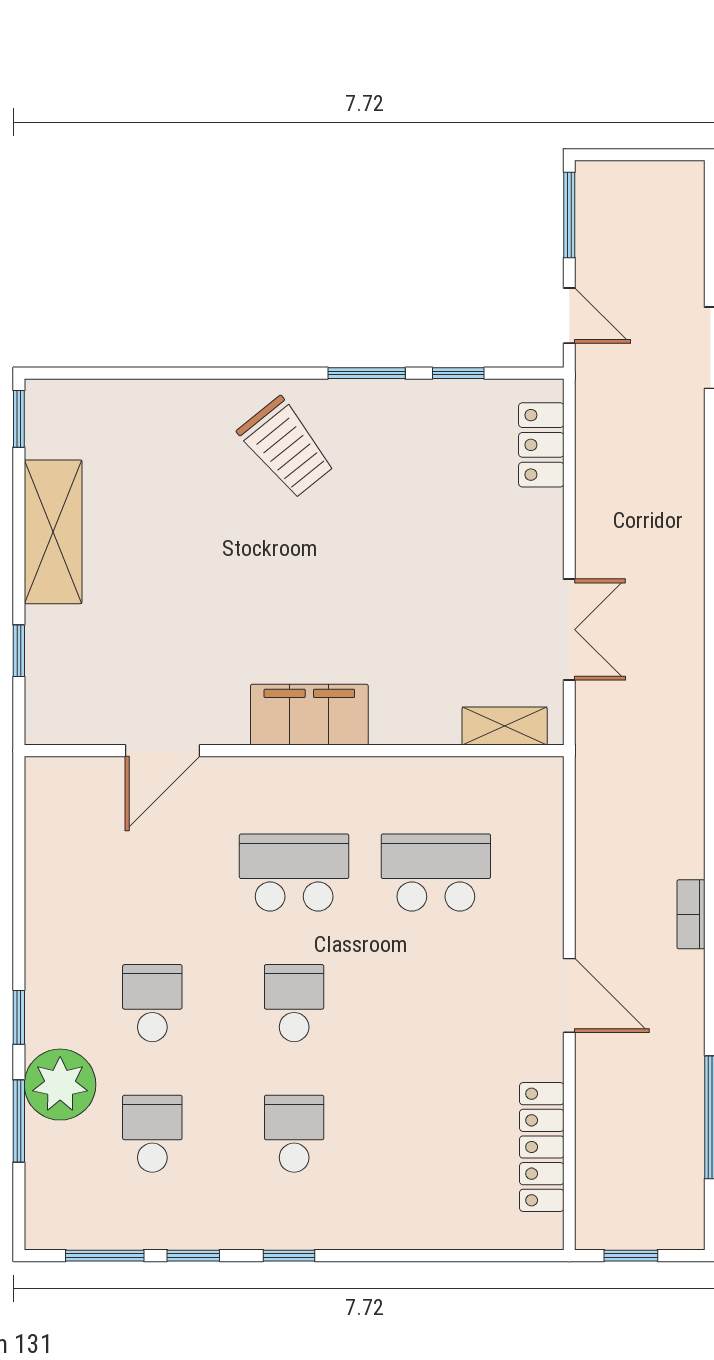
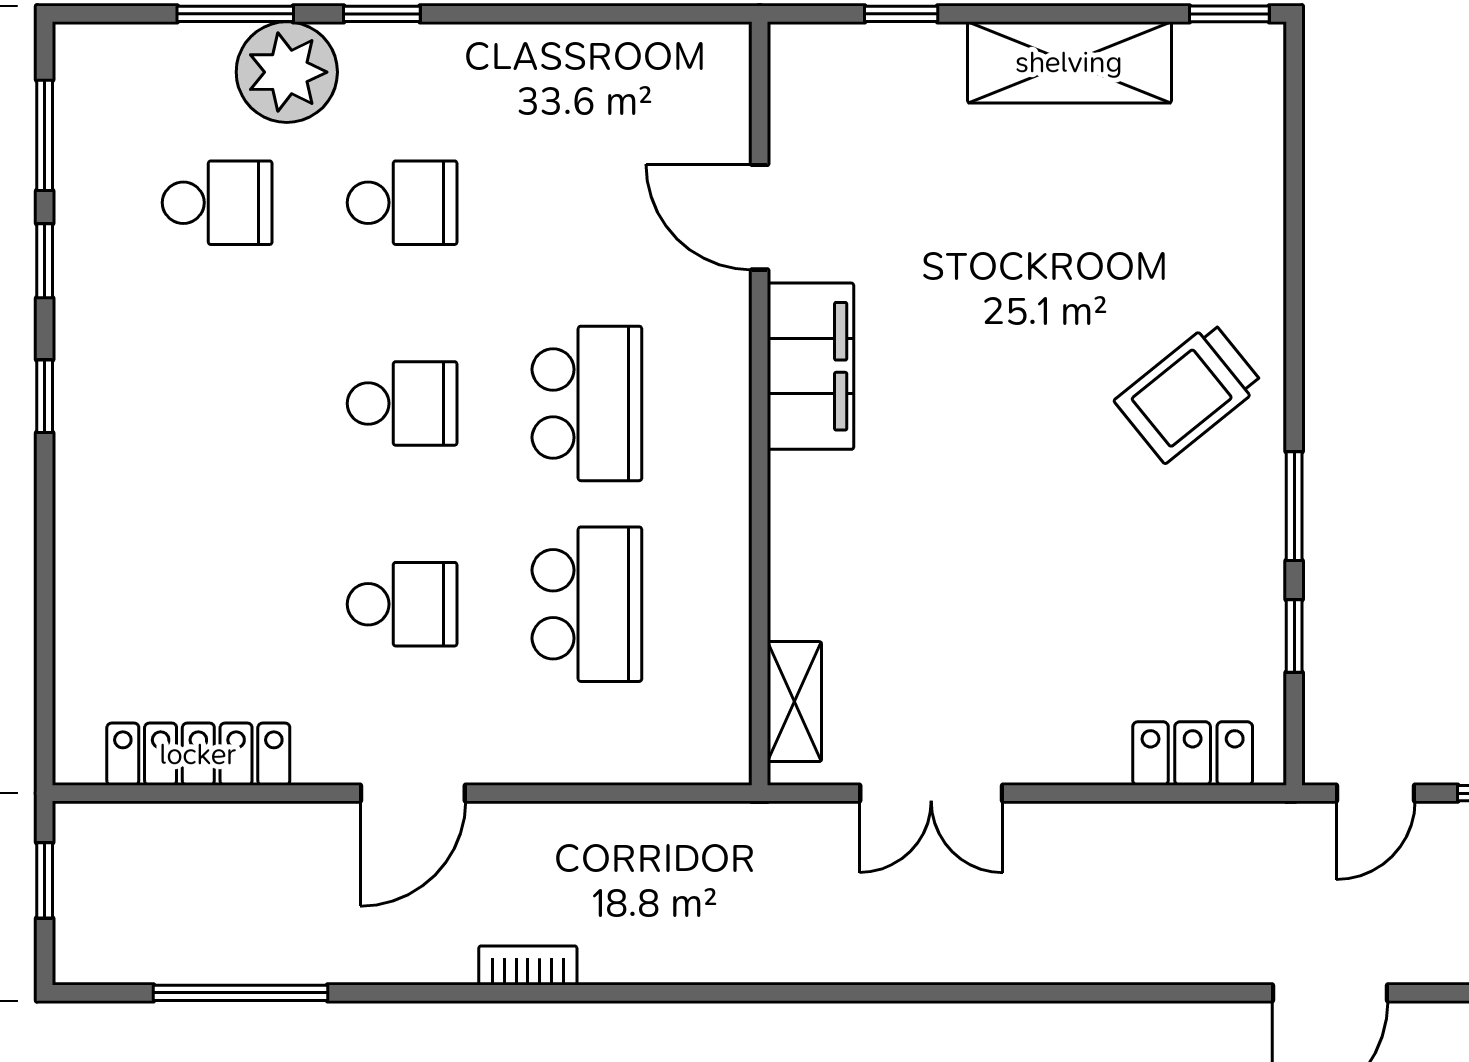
filing cabinet: (309, 715) -> (810, 366), moved
school desk: (294, 1134) -> (402, 604), moved

